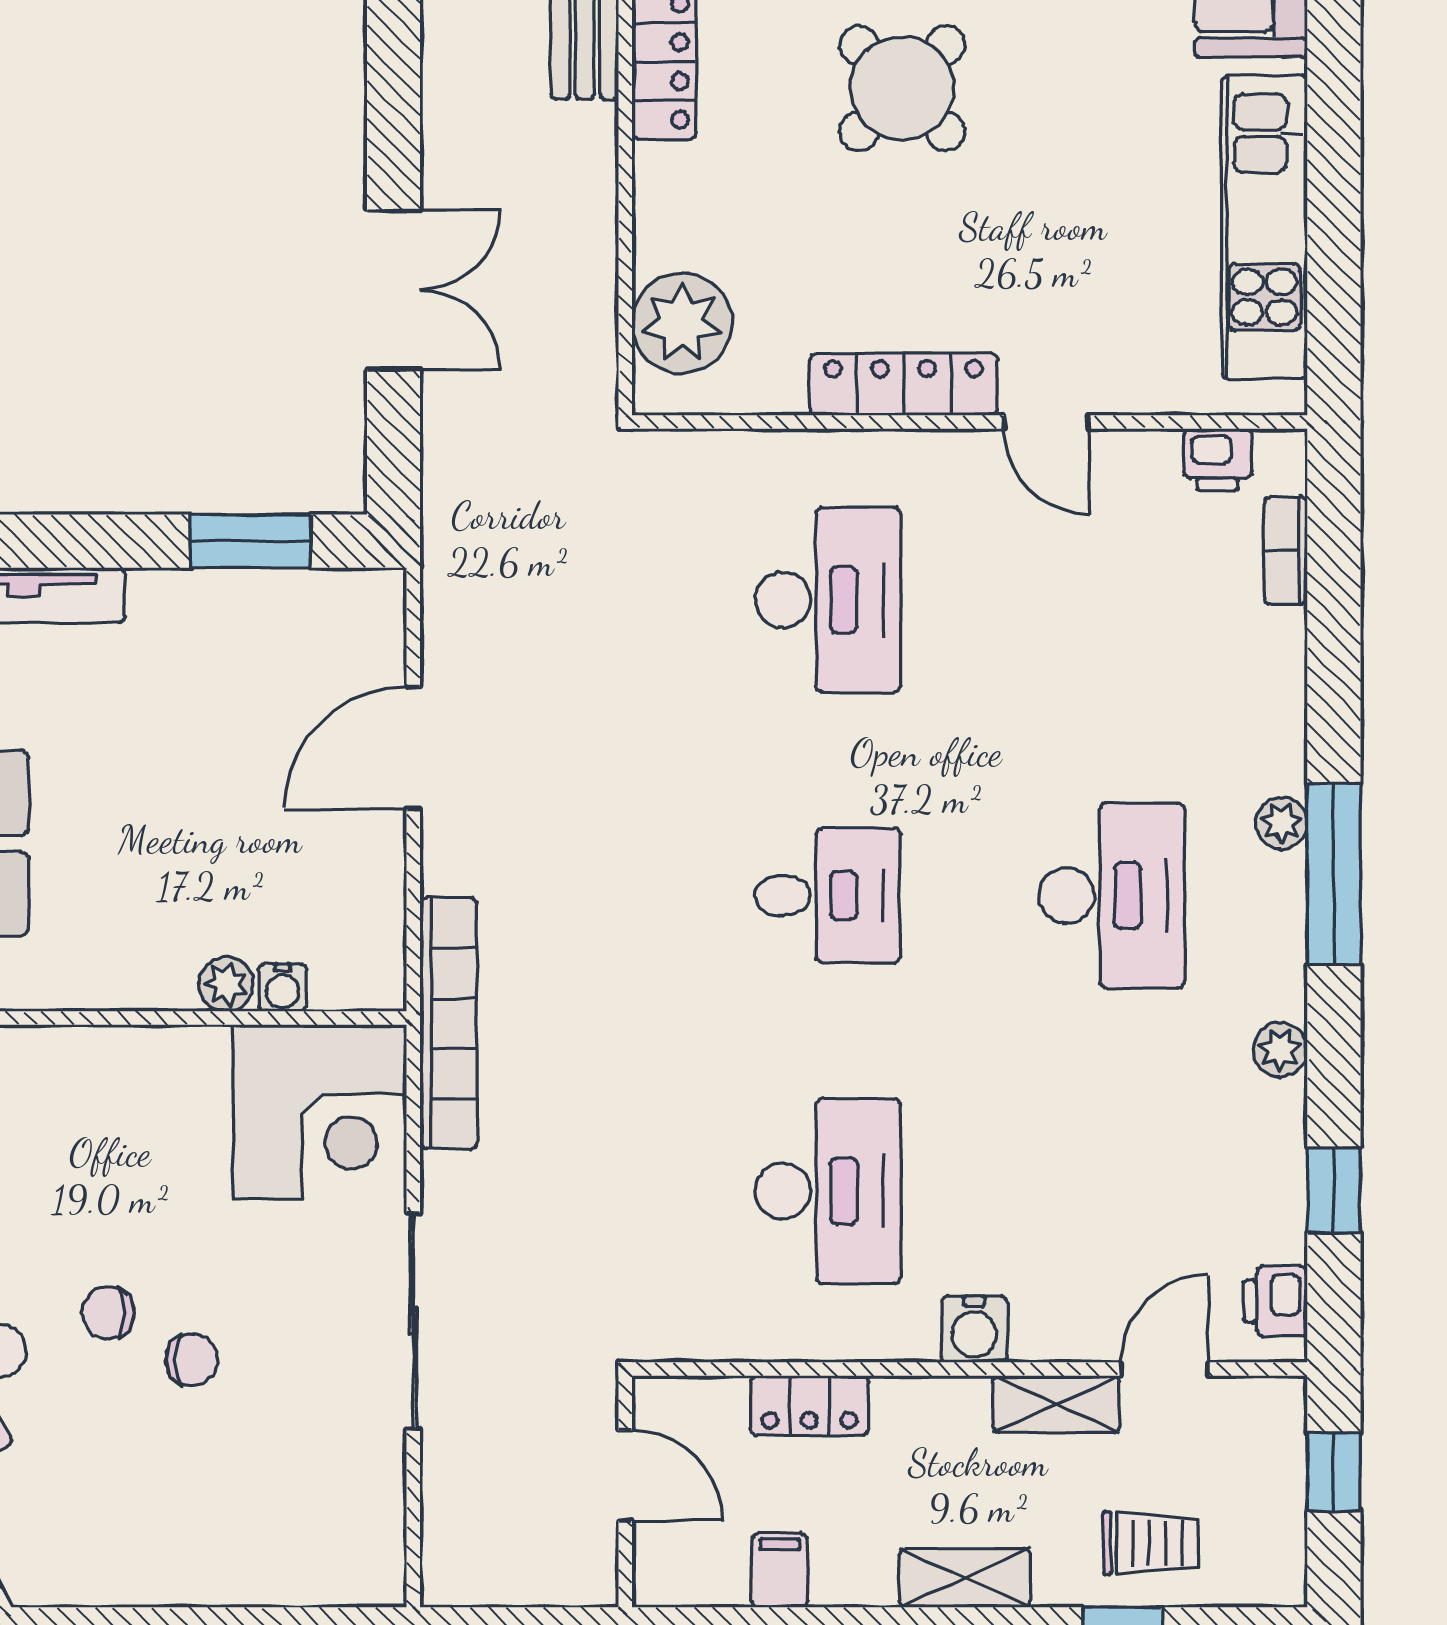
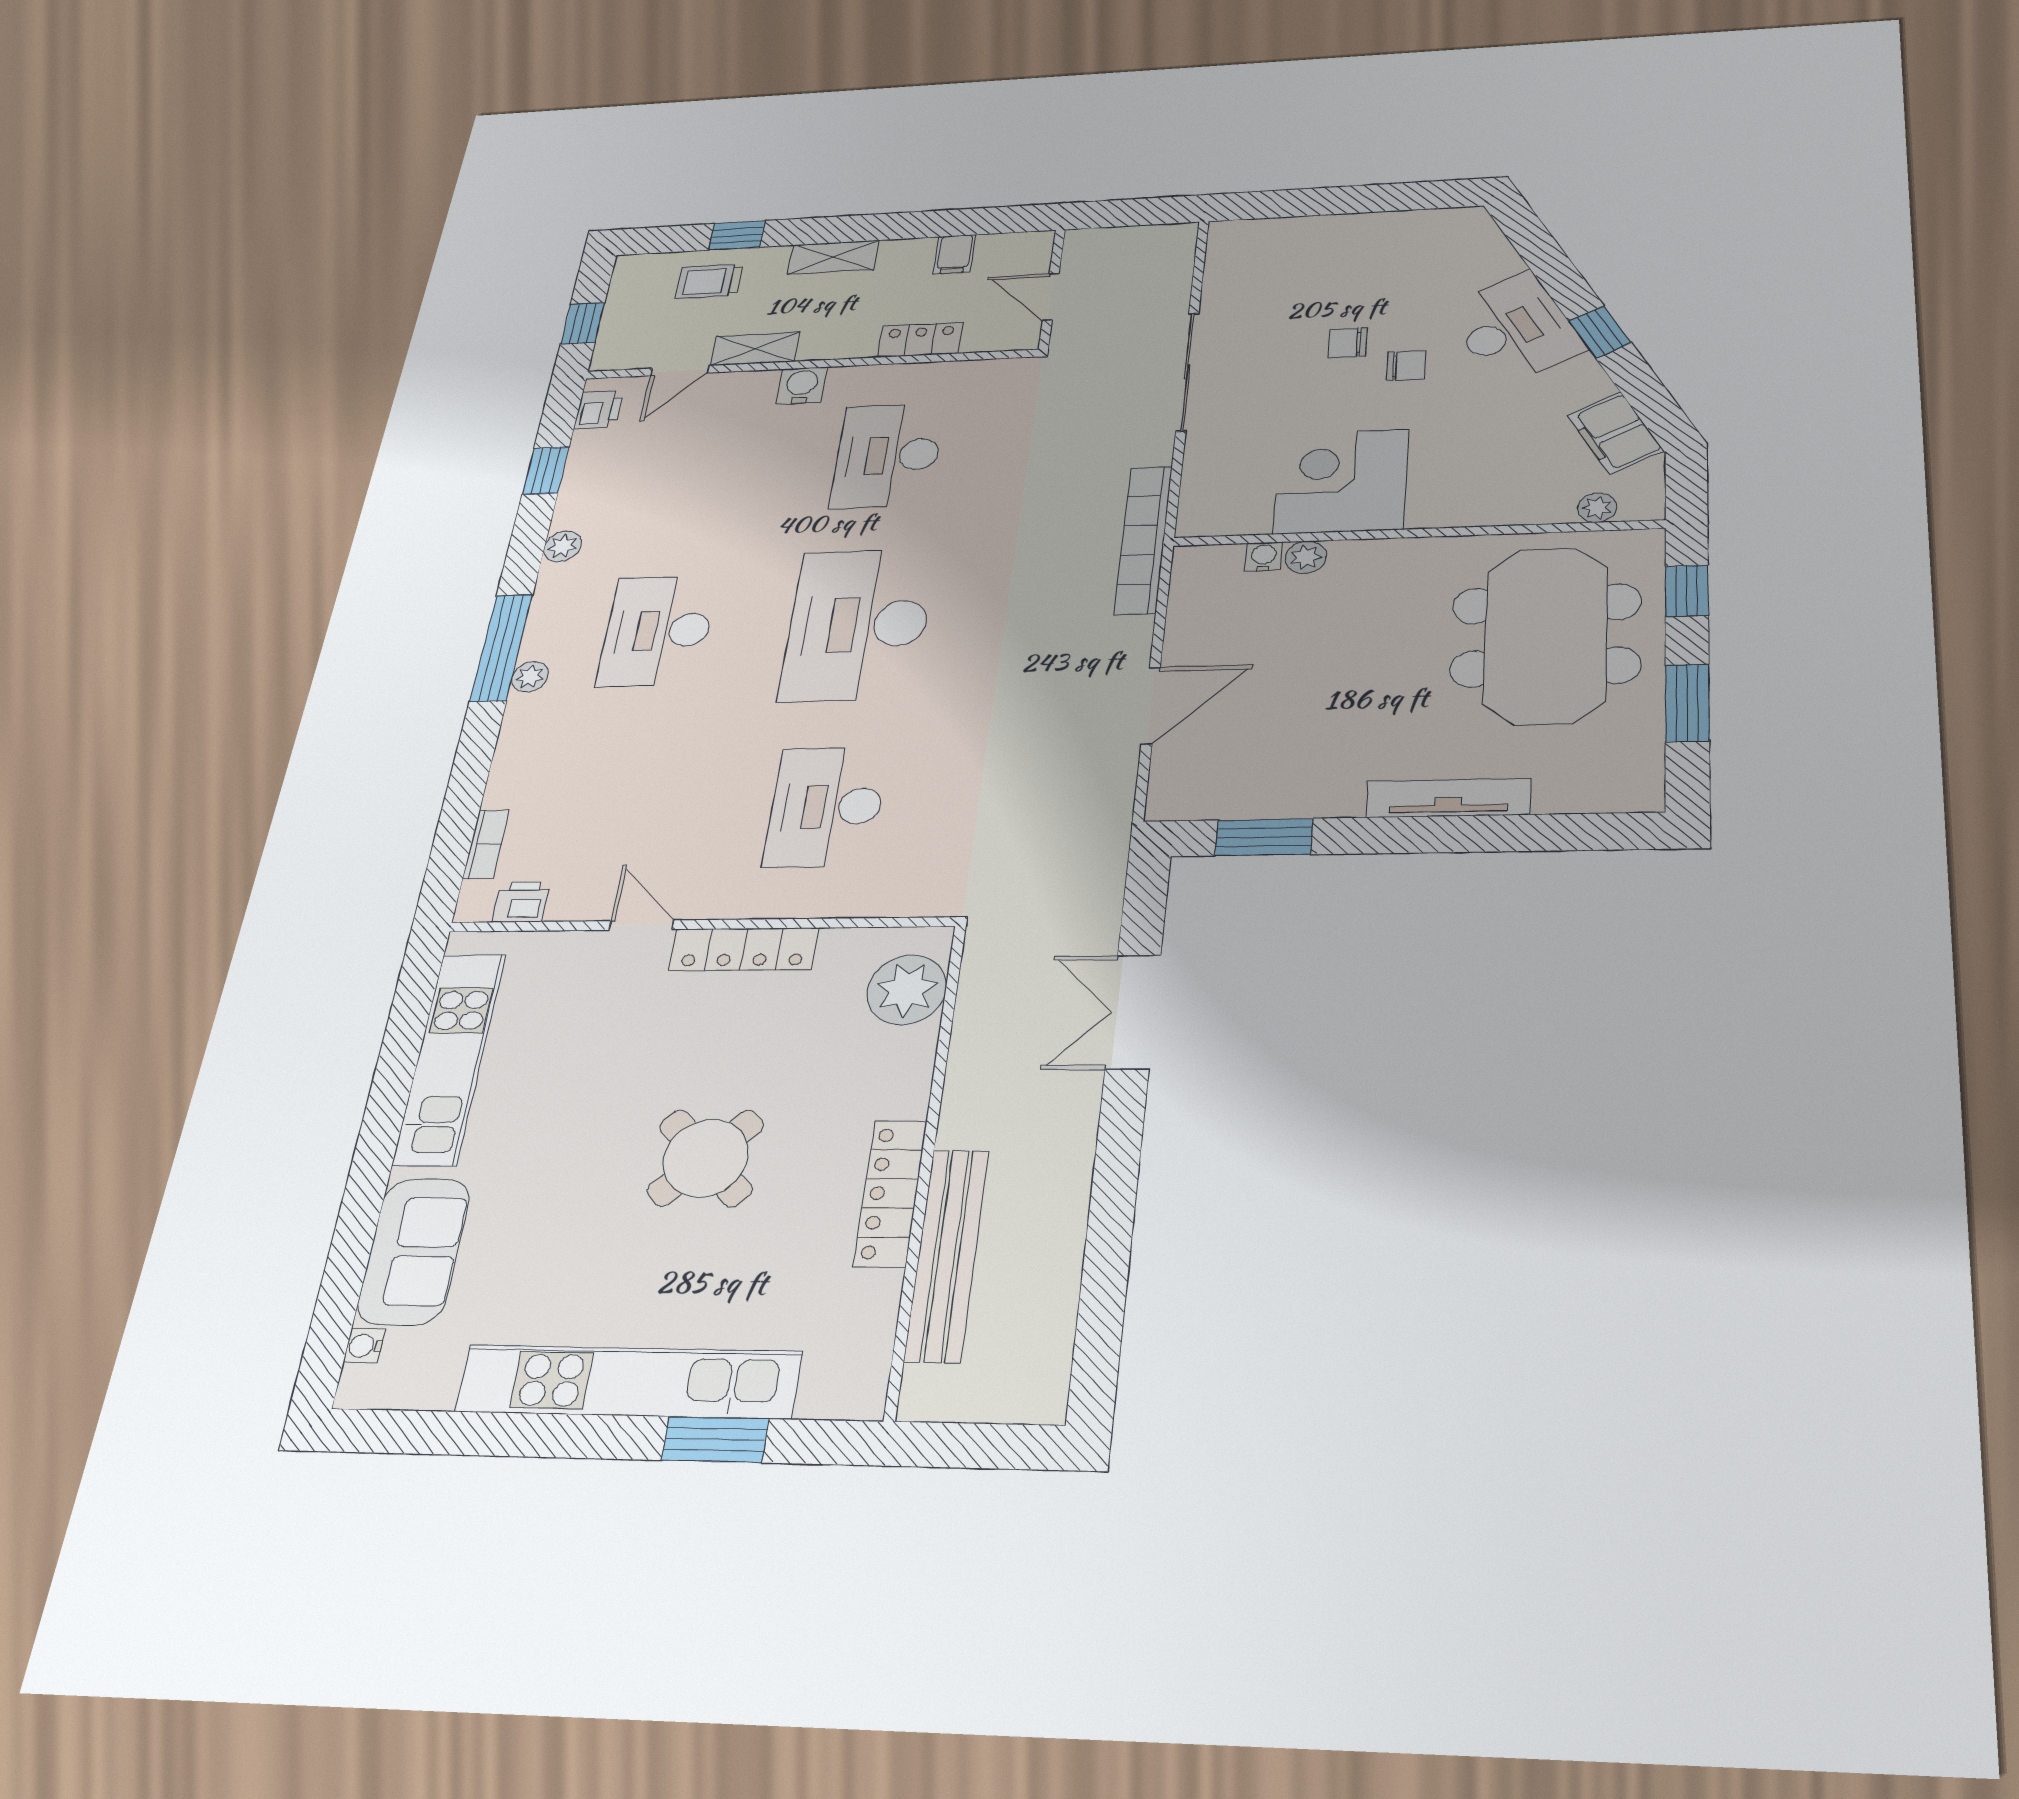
desk: (828, 895) -> (858, 624), width x1.87, depth x1.30
corner desk: (320, 1112) -> (1341, 481), moved

